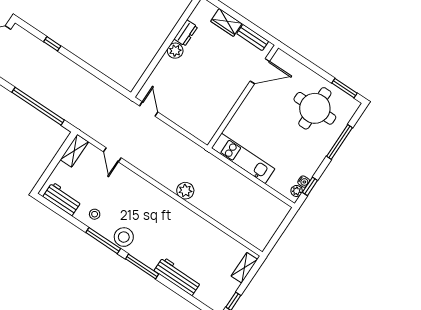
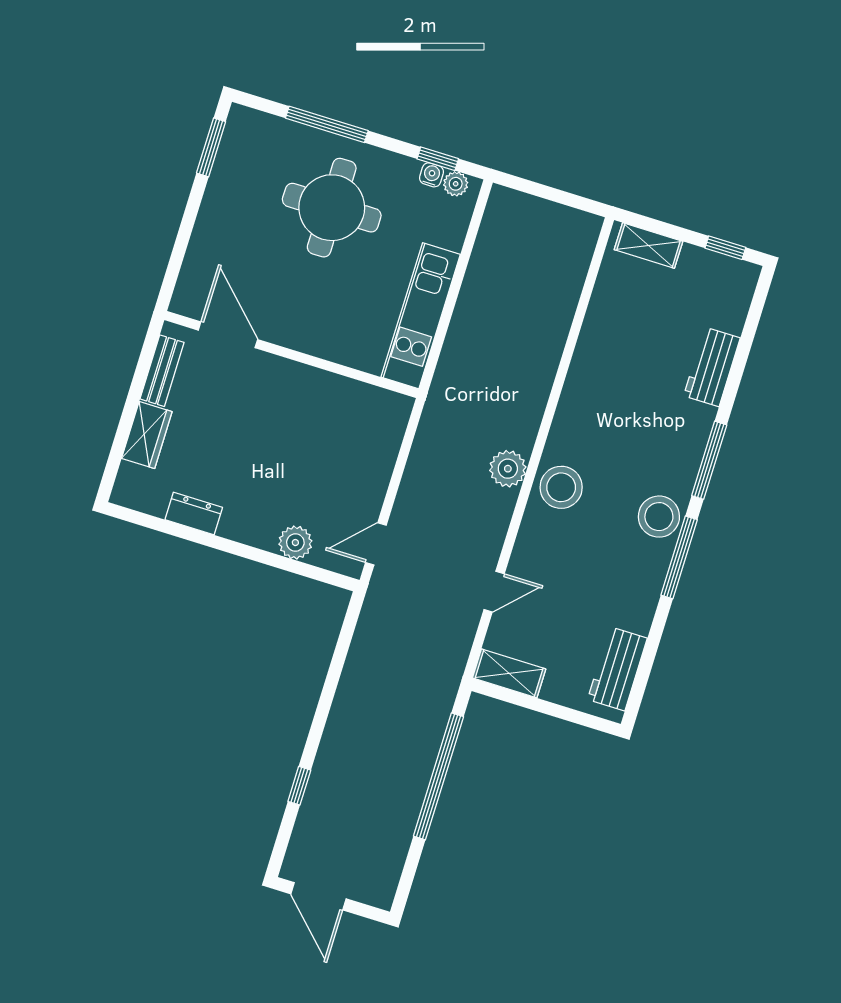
plant: (175, 51) -> (295, 543), moved
round table: (315, 108) -> (332, 208), moved
plant: (185, 191) -> (508, 469), moved
stool: (95, 214) -> (561, 487), moved, width x1.89, depth x1.89
workbench: (178, 276) -> (712, 367), width x0.73

